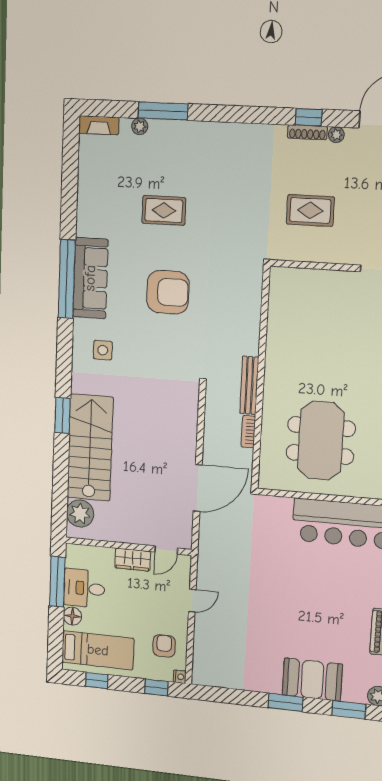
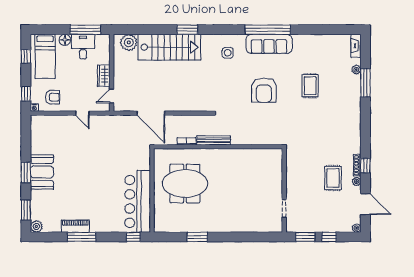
rug: (310, 210) -> (333, 178), moved
door: (166, 550) -> (112, 96), hinge flipped
booth: (312, 680) -> (42, 172), moved

